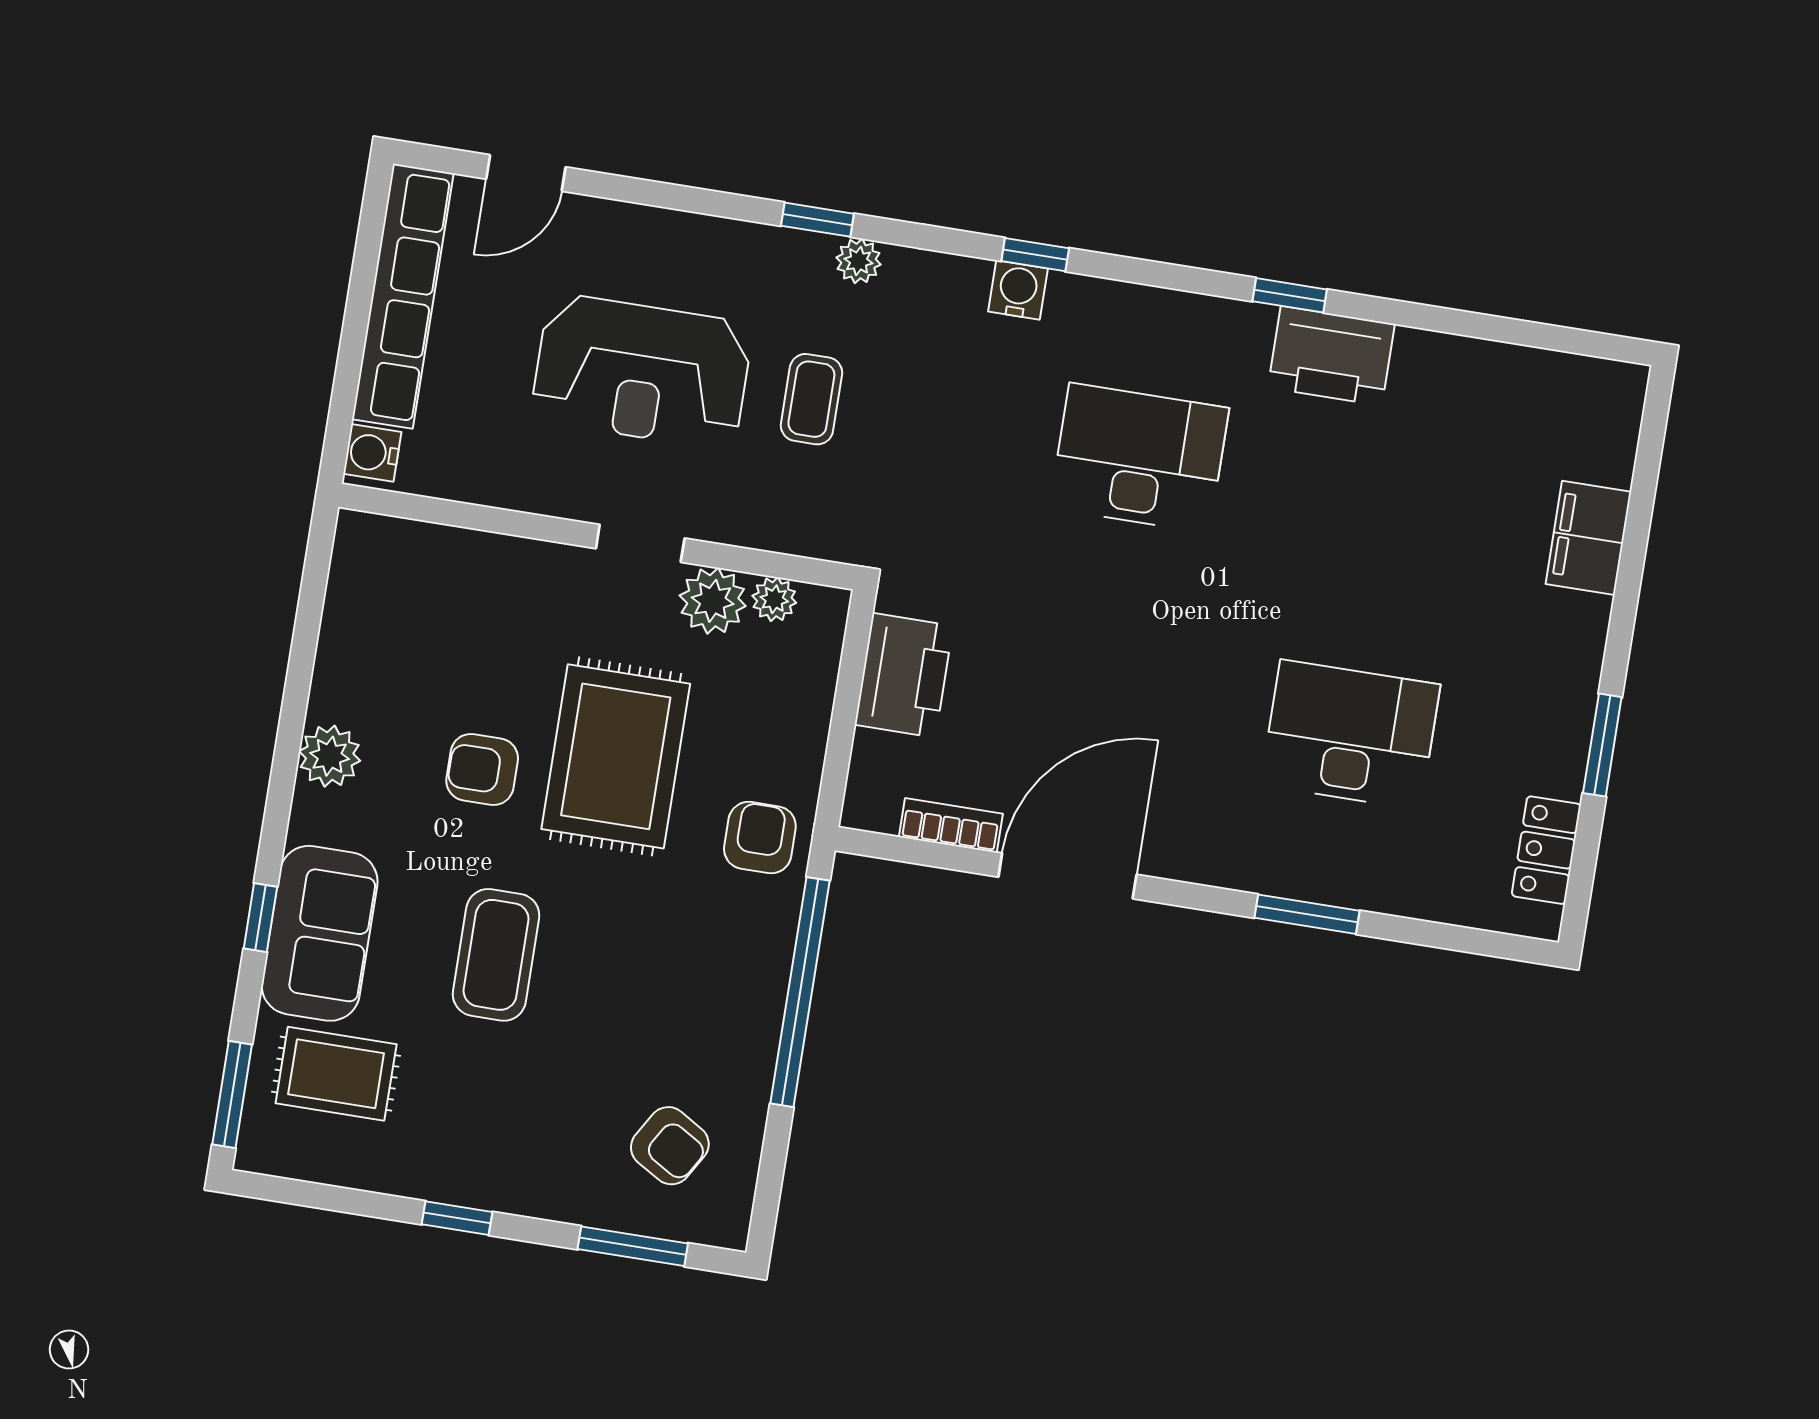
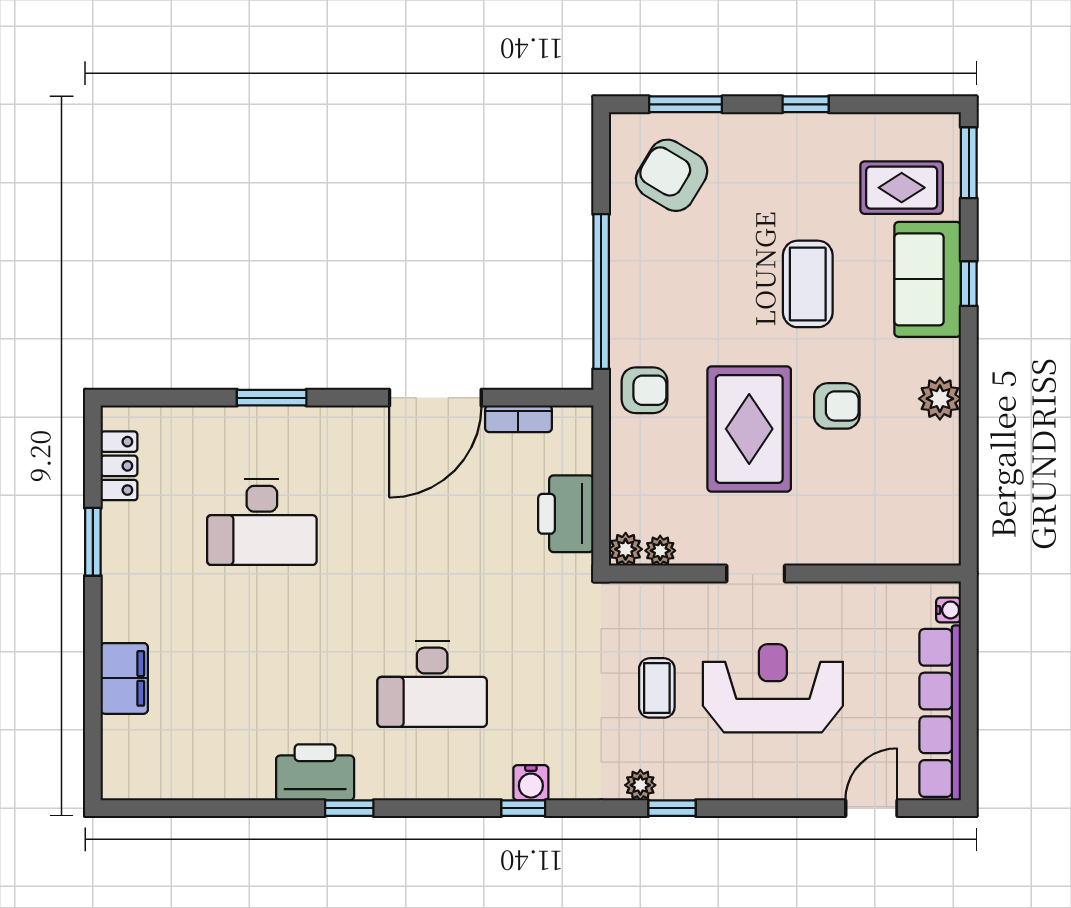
water cooler: (372, 453) -> (949, 610), width x0.72, depth x0.72
plant: (713, 601) -> (626, 549), moved, width x0.73, depth x0.73
armchair: (760, 838) -> (644, 390), turned -90
armchair: (670, 1146) -> (672, 175), width x1.38, depth x1.38

